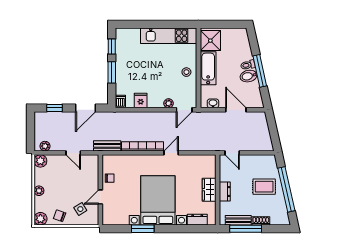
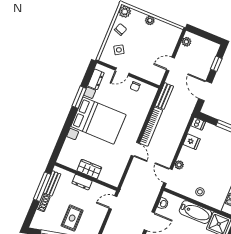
plant: (40, 161) -> (175, 32), removed
door: (100, 197) -> (122, 72), swing flipped
dresser: (197, 220) -> (96, 79), moved

